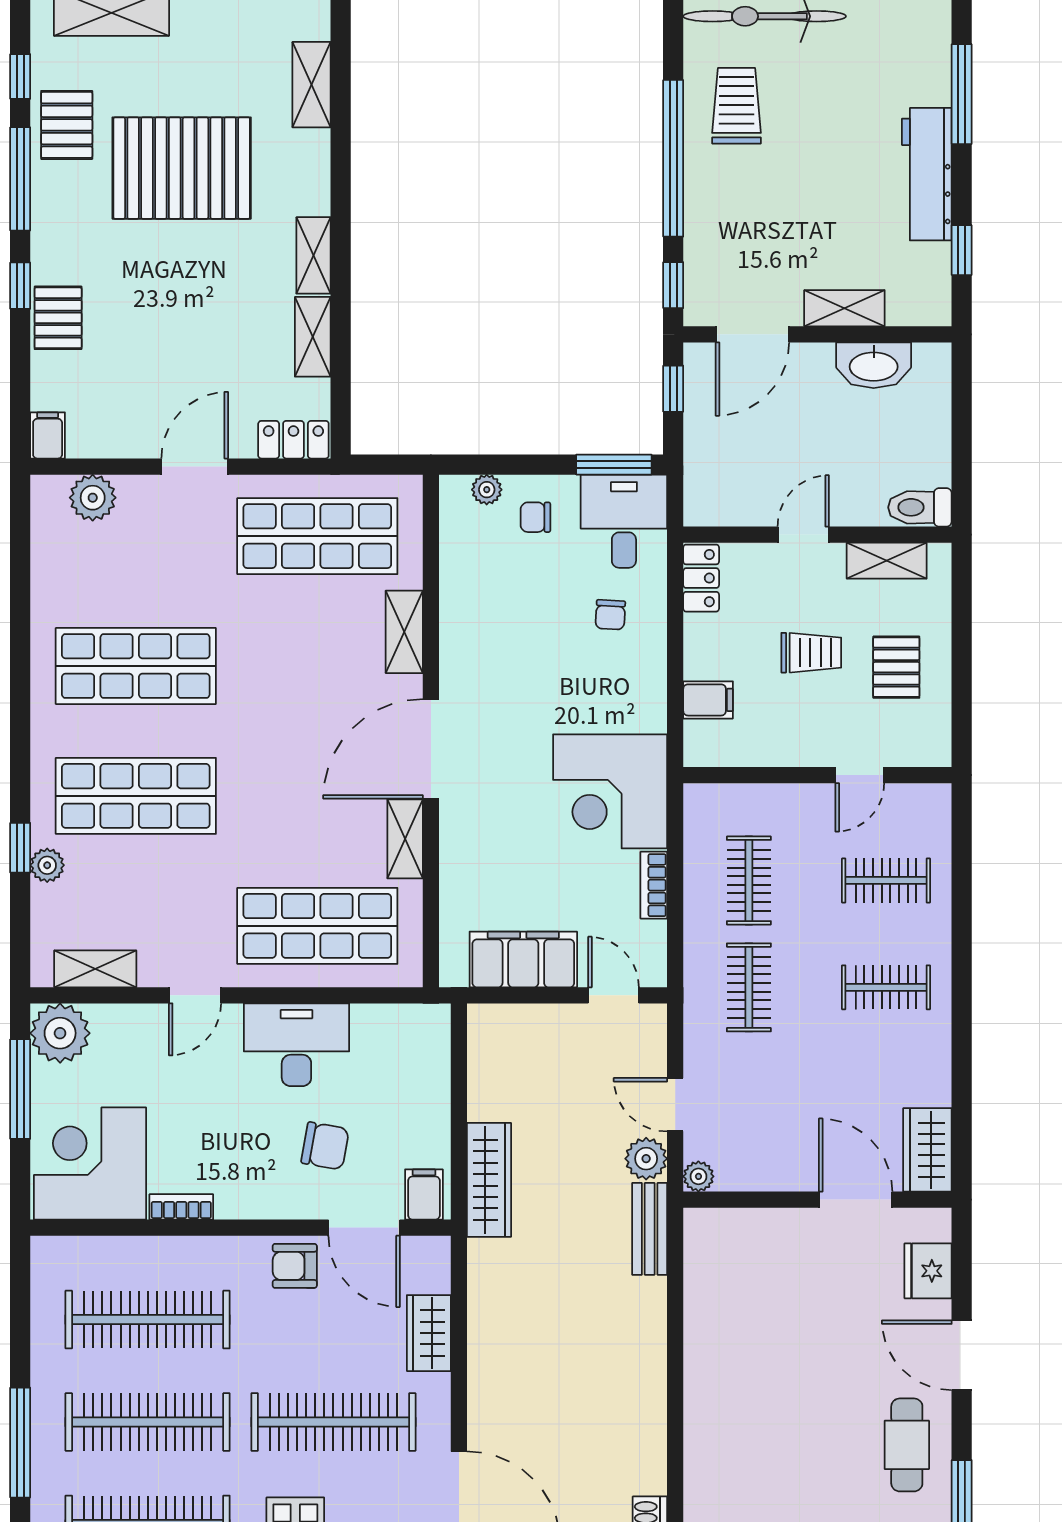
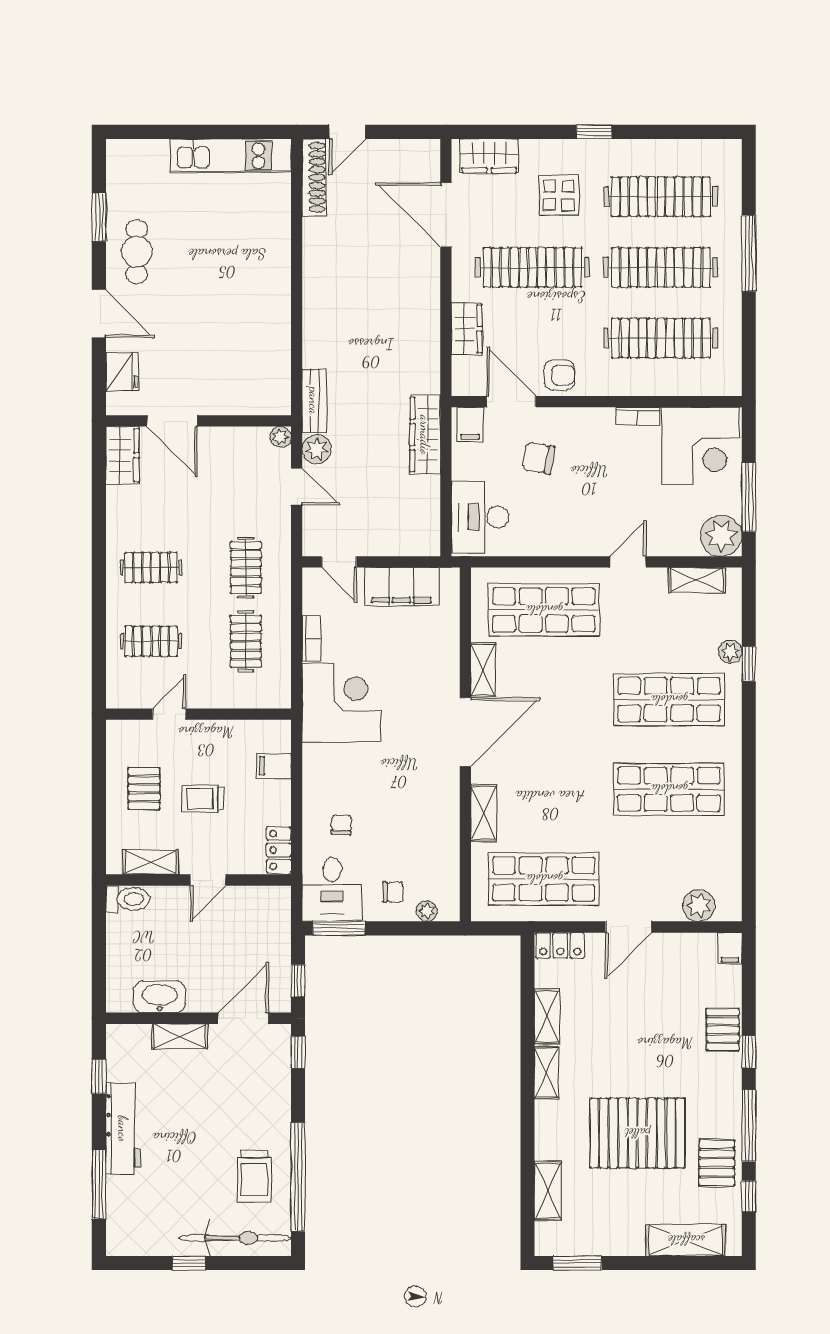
window: (673, 158) -> (298, 1177), moved
desk: (296, 1045) -> (480, 517), moved, turned 90

